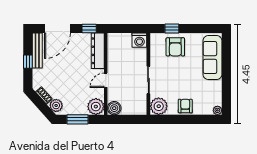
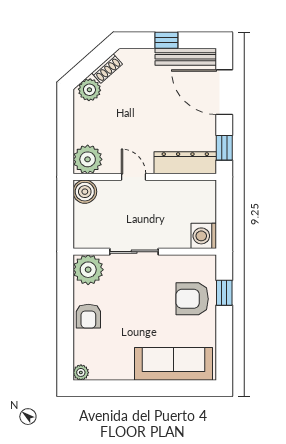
armchair: (185, 106) -> (88, 316), turned 90
window: (77, 119) -> (65, 127), removed

